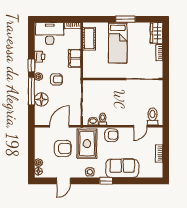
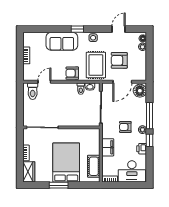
bed: (118, 43) -> (66, 162), width x1.50
floor lamp: (41, 99) -> (140, 91), moved

